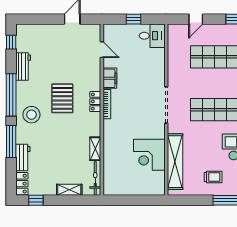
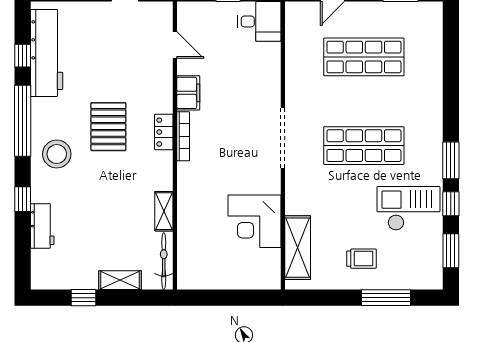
window: (11, 42) -> (23, 56), moved
workbench: (23, 67) -> (47, 53), width x1.88, depth x1.32
window: (11, 142) -> (23, 199), width x0.46
shelving: (175, 162) -> (298, 248), width x0.68
locker: (22, 184) -> (41, 270), removed
window: (36, 200) -> (83, 298), moved

